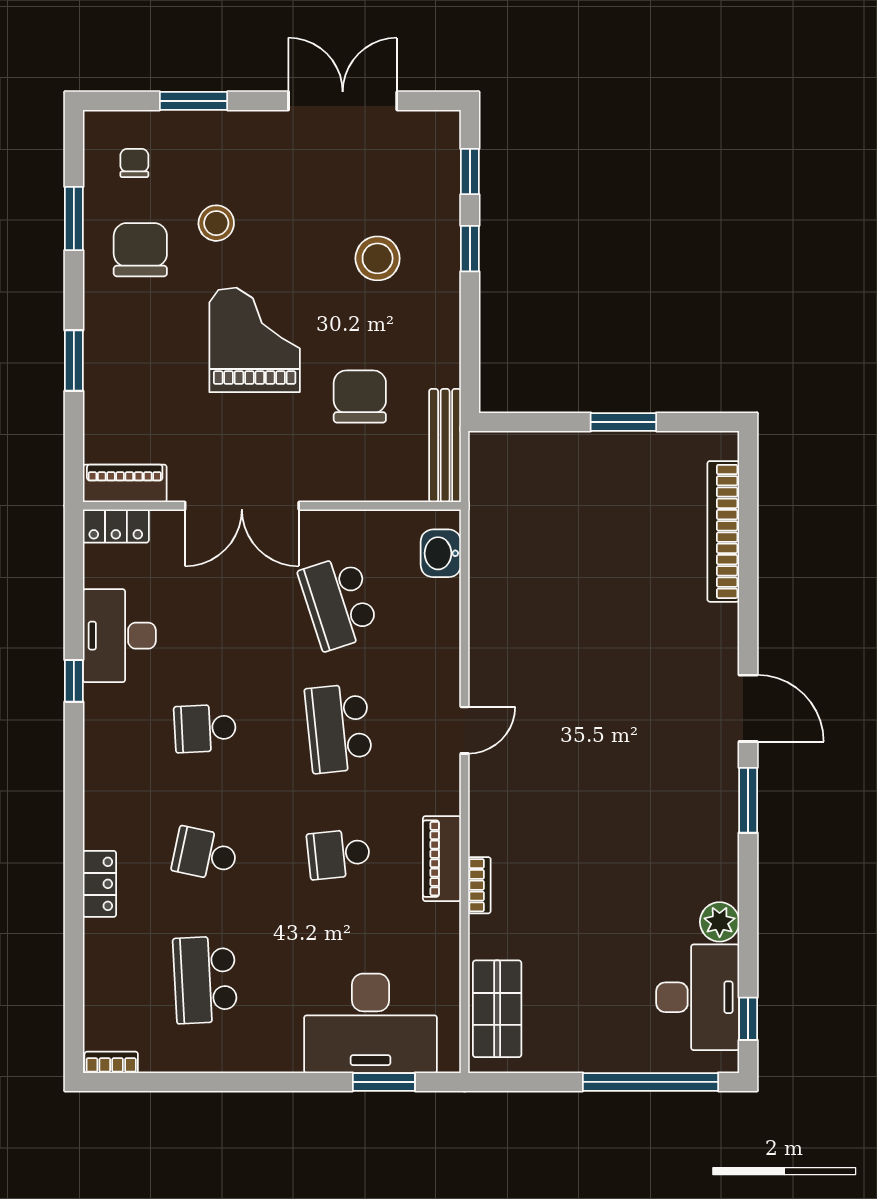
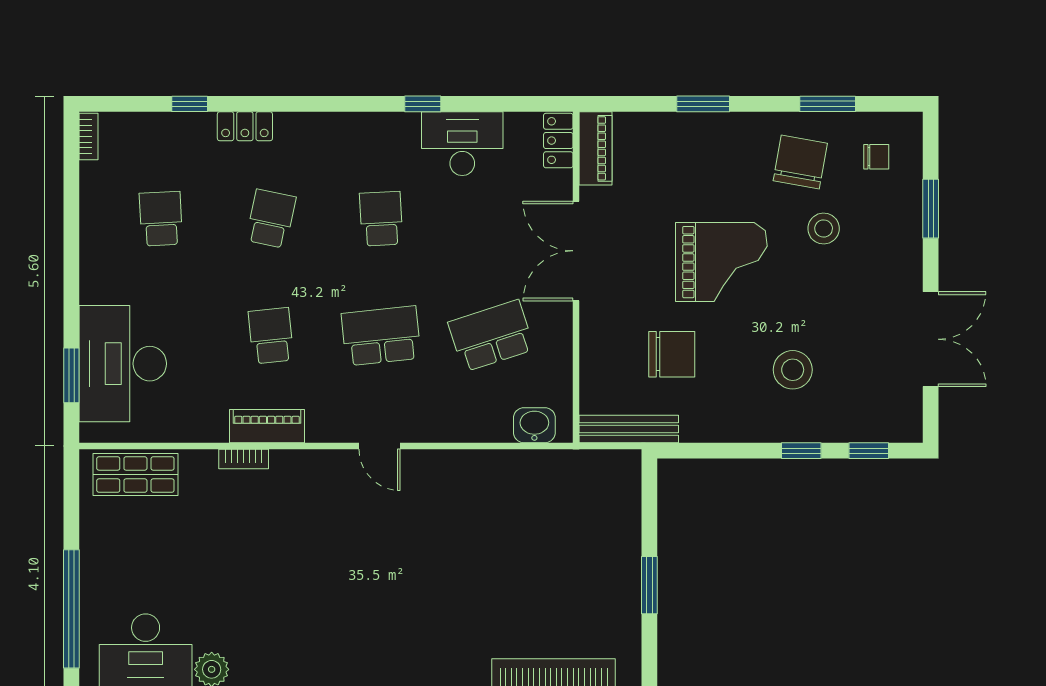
chair: (140, 250) -> (800, 162), turned -80
window: (74, 947) -> (190, 104), added
school desk: (205, 980) -> (161, 219), width x0.54

